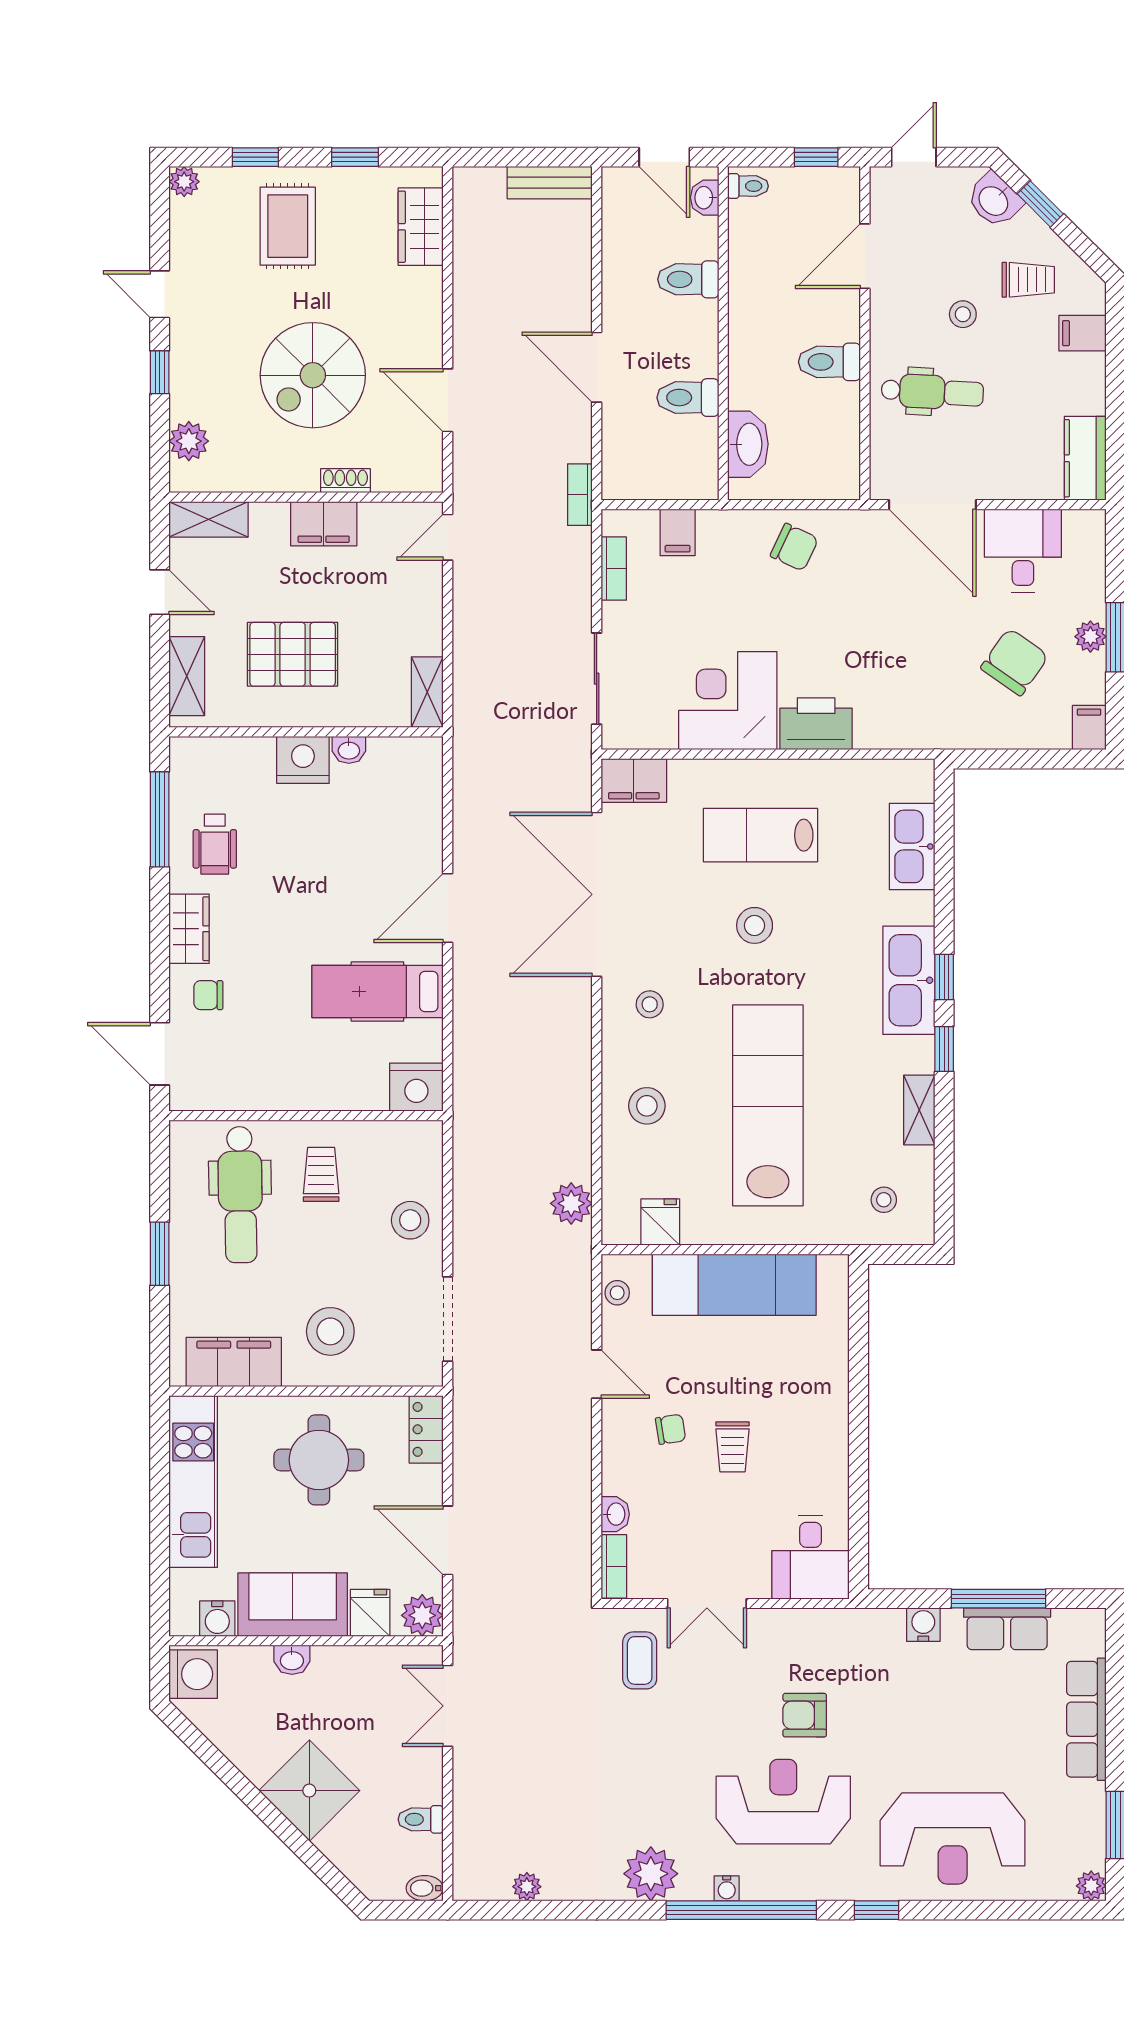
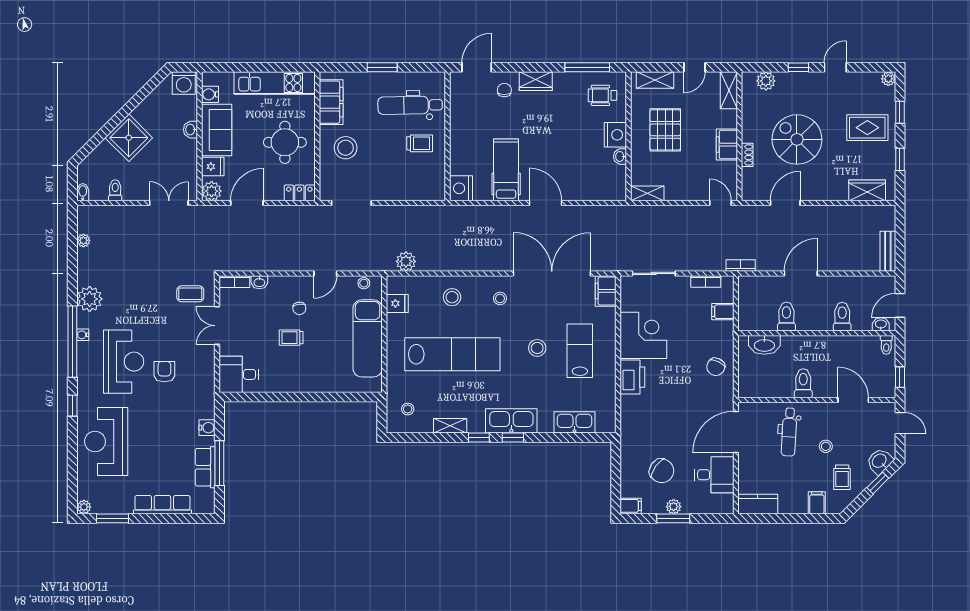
wheelchair: (215, 844) -> (603, 95), moved
stool: (410, 1220) -> (398, 185), removed

